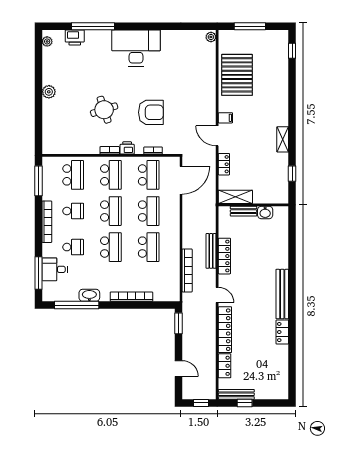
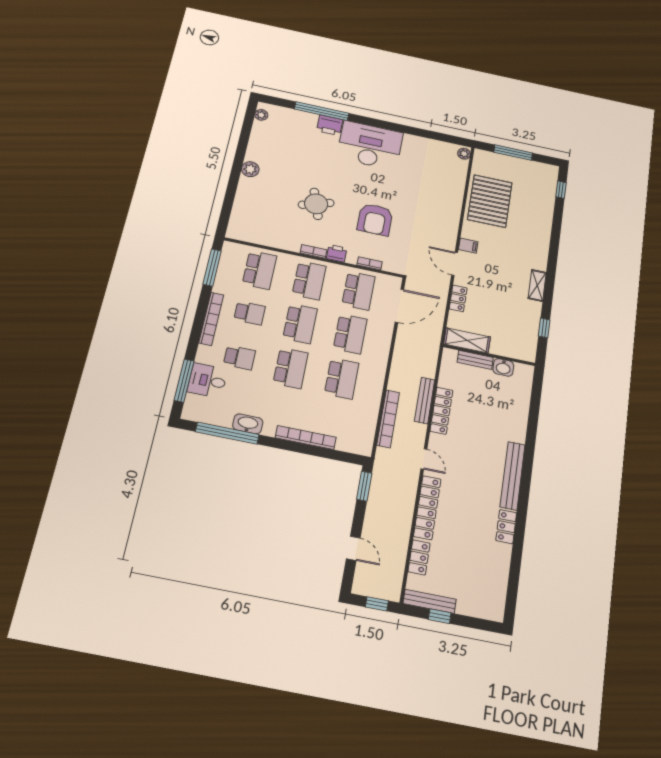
printer: (75, 38) -> (330, 125), moved
armchair: (151, 112) -> (375, 219), turned 90

